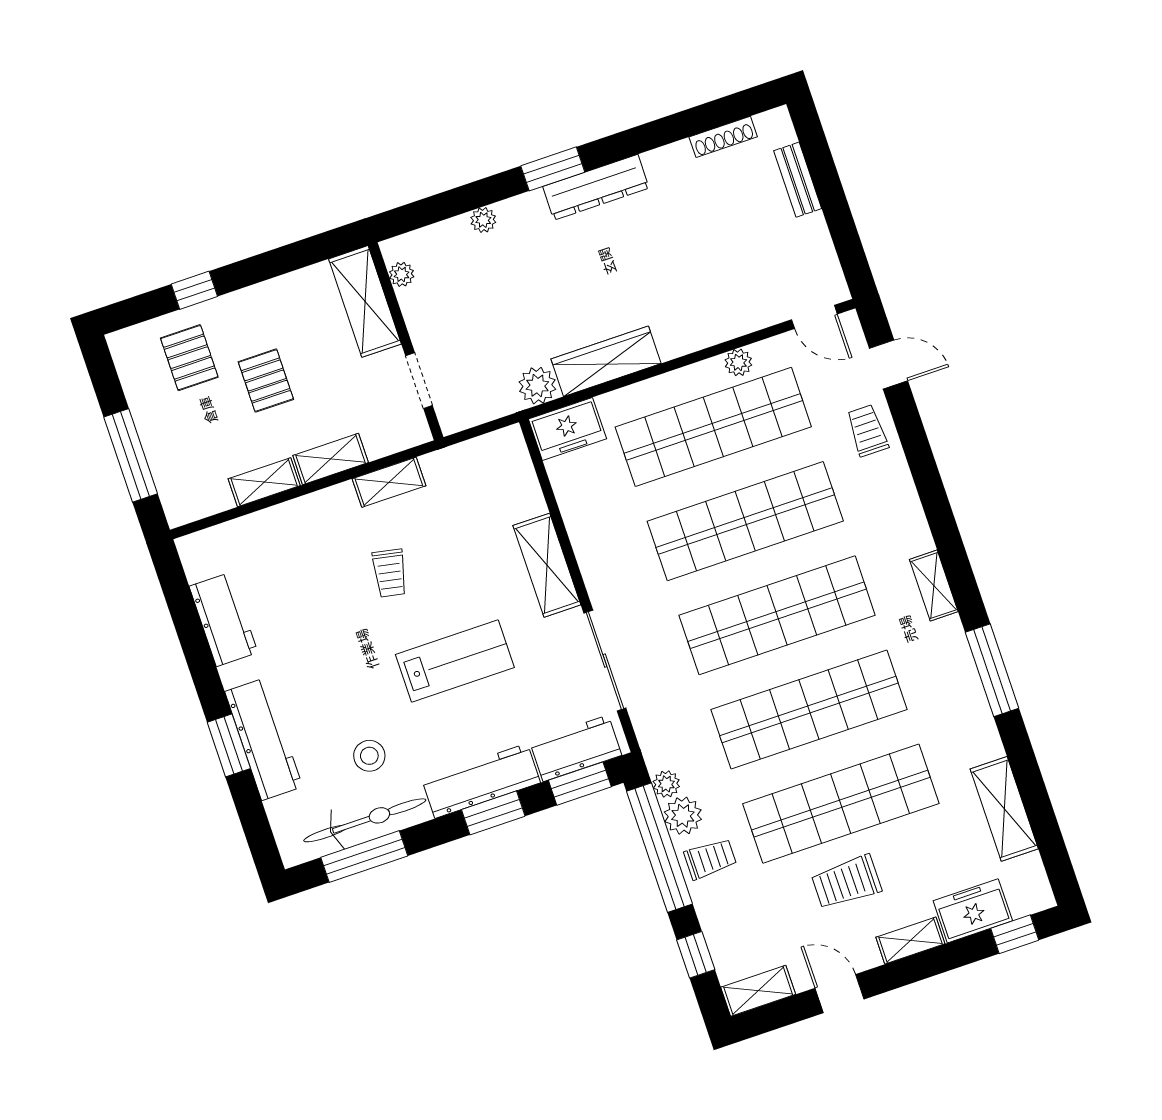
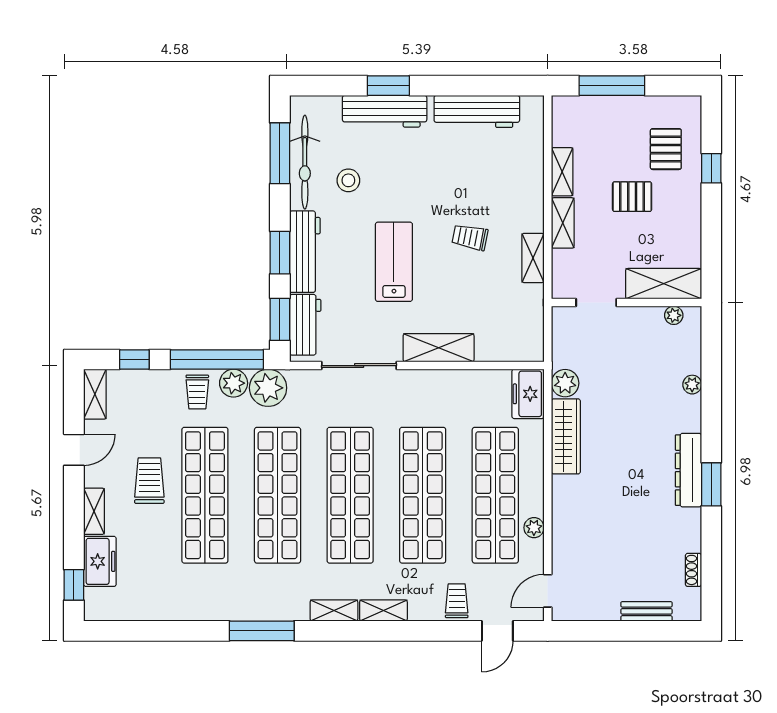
shoe rack: (723, 137) -> (693, 570), width x0.70
window: (553, 169) -> (711, 484), moved
pallet: (189, 358) -> (666, 149), turned 90
trolley: (867, 431) -> (457, 601), turned -90
workbench: (223, 619) -> (477, 111), width x1.38
lab bench: (455, 661) -> (394, 262), turned 180
plant: (666, 784) -> (268, 388), width x1.88, depth x1.88
shelving: (1004, 809) -> (383, 610), moved, width x0.67, depth x0.75

